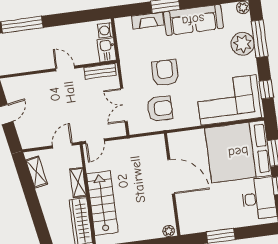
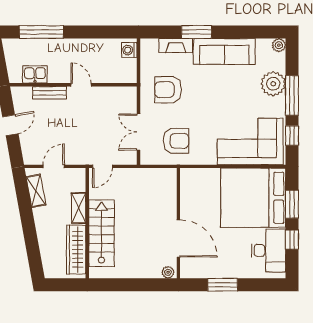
window: (260, 39) -> (292, 96), moved
kitchen sink: (107, 50) -> (35, 74), moved, turned 90
bench: (100, 71) -> (49, 93), moved
armchair: (165, 73) -> (168, 90), moved, turned -90
door: (62, 146) -> (54, 166), moved
door: (171, 177) -> (178, 238), moved

